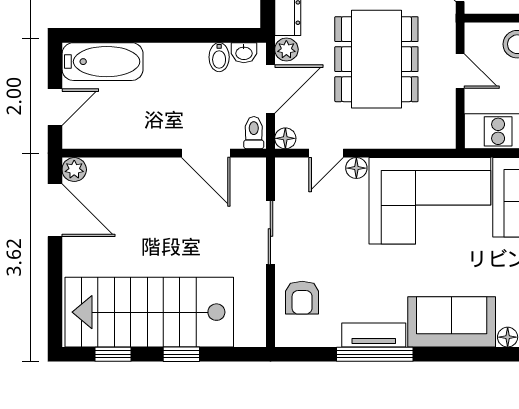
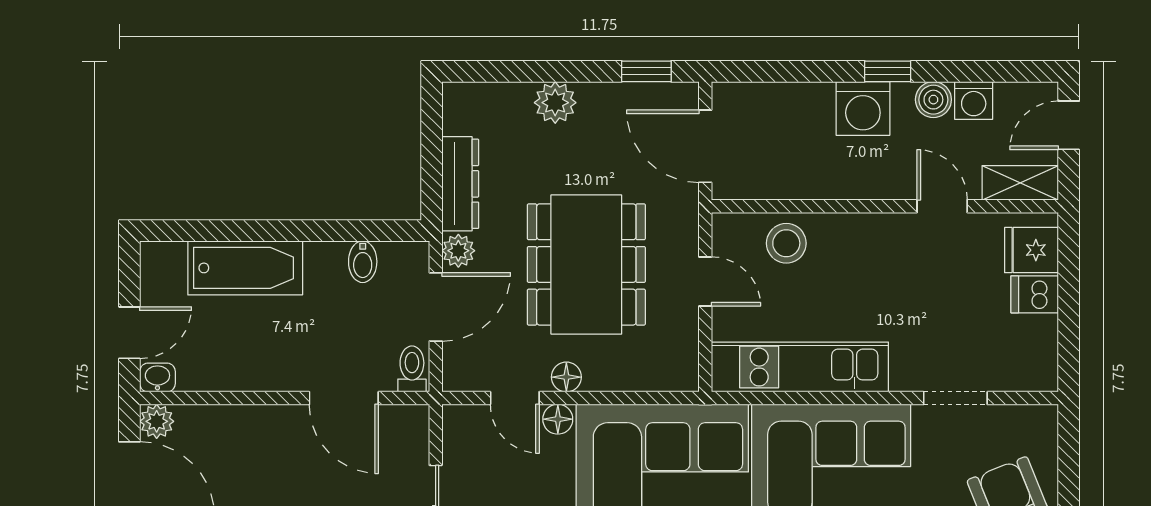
washbasin: (244, 53) -> (157, 378), moved, turned 180
bathtub: (103, 62) -> (245, 268), moved
floor lamp: (285, 138) -> (566, 377), moved
door: (326, 153) -> (515, 398), hinge flipped

